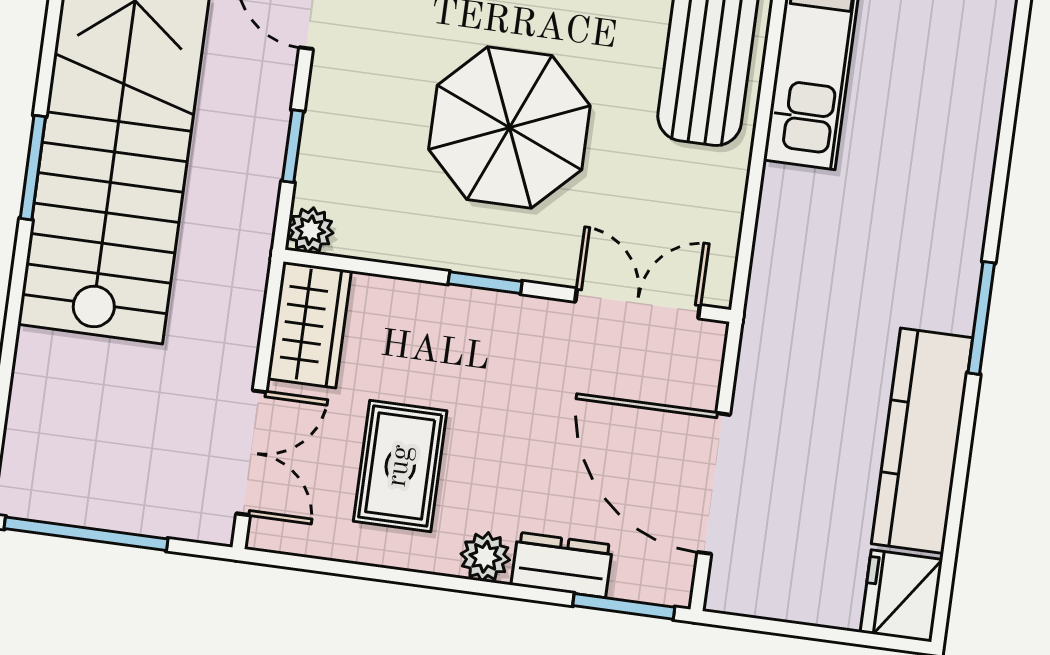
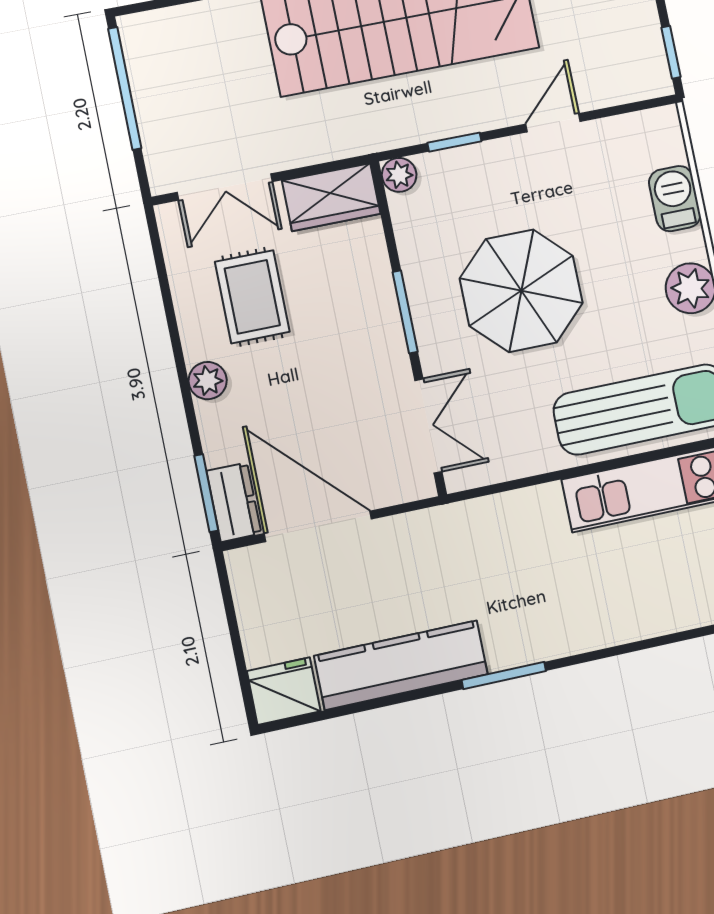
window: (485, 283) -> (405, 312), width x1.50
rug: (400, 466) -> (252, 297), turned 90
door: (714, 483) -> (318, 526), hinge flipped
dresser: (562, 565) -> (234, 502), moved

